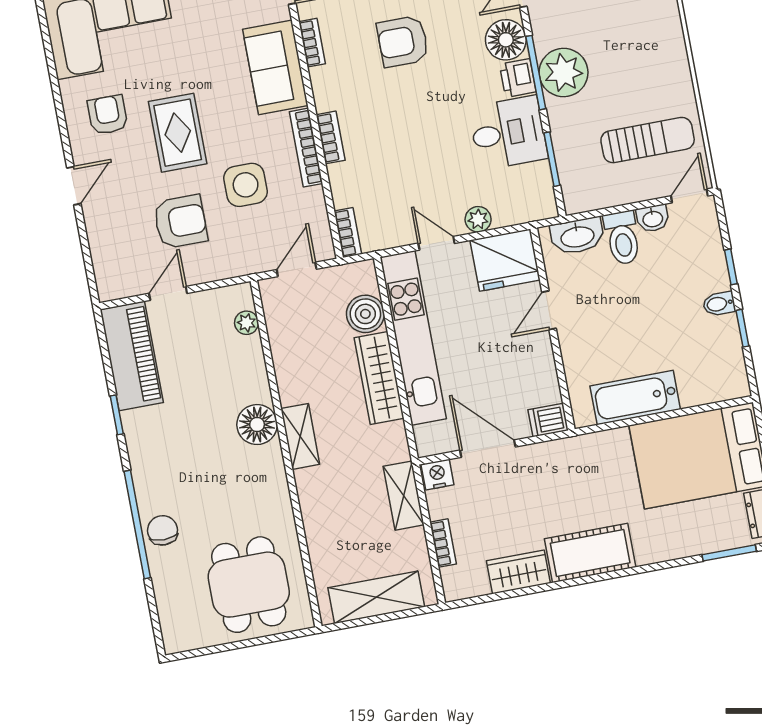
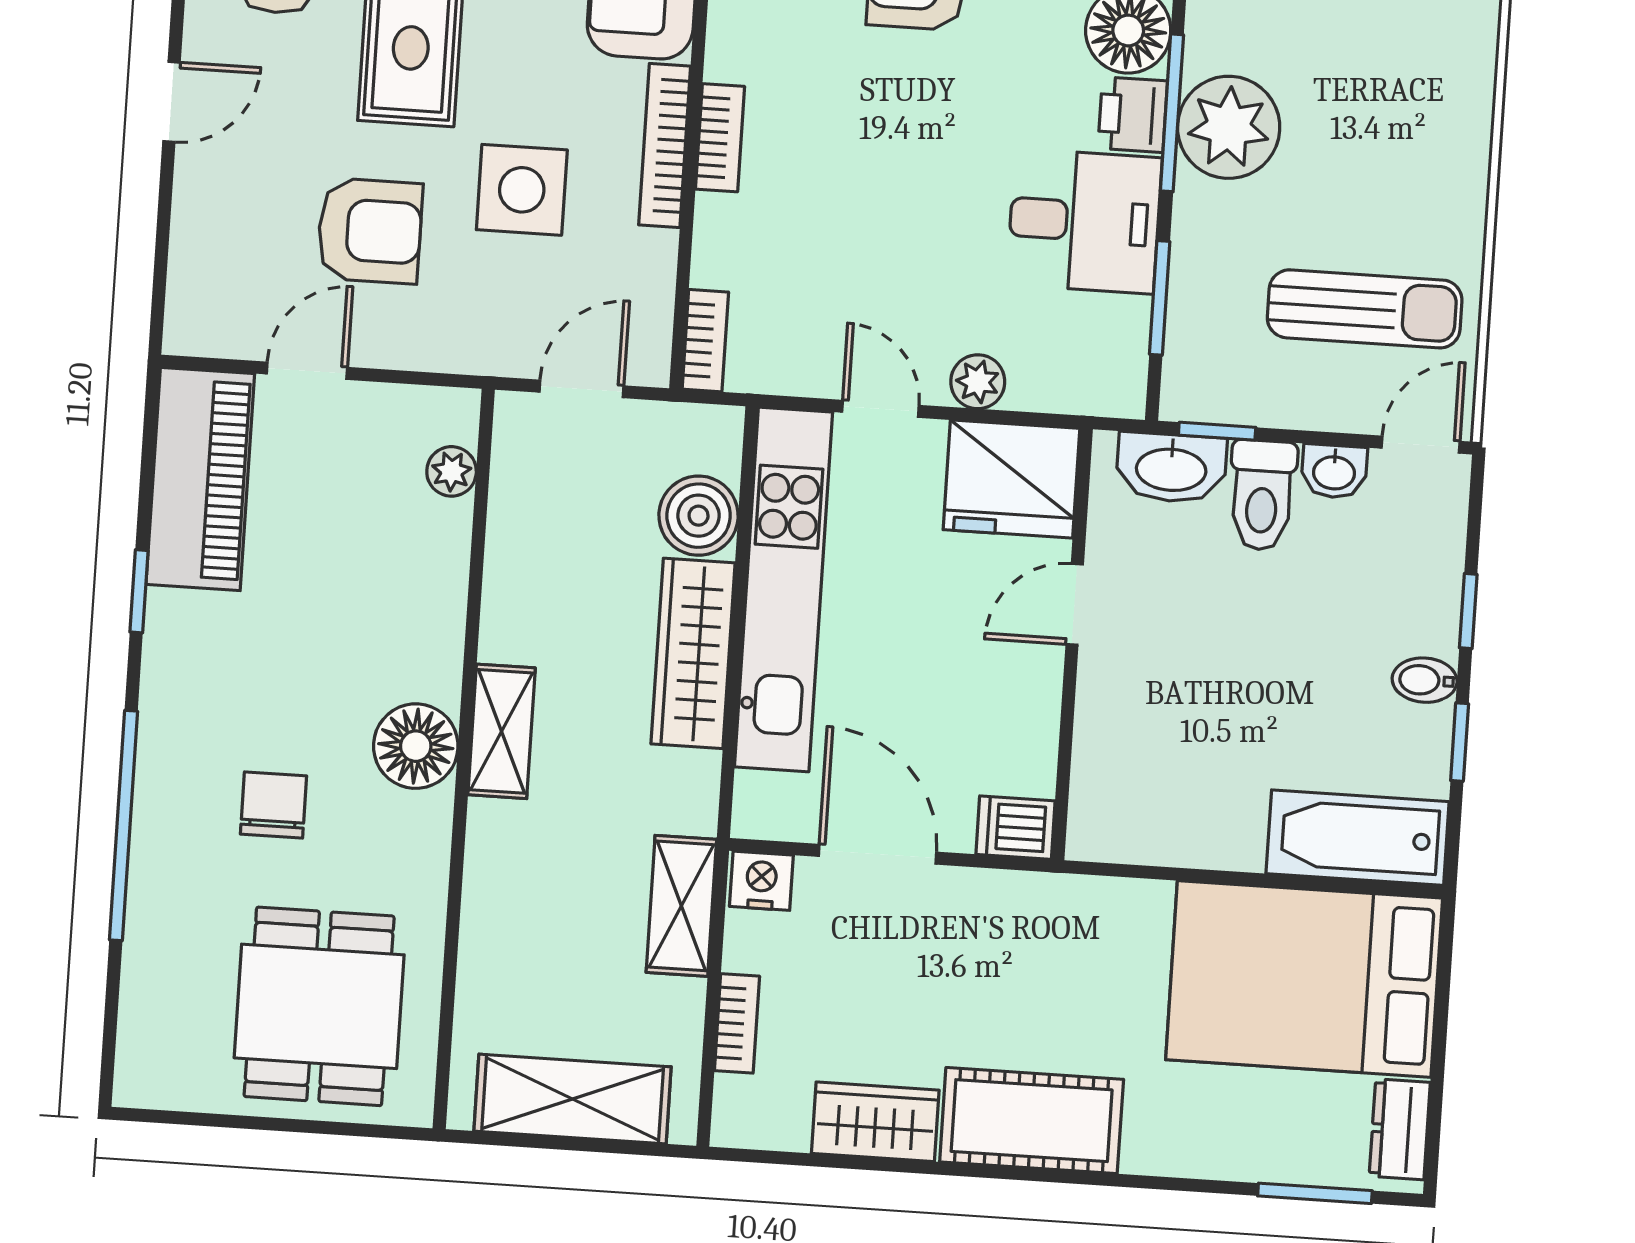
window: (594, 214) -> (1217, 431), added
bathtub: (635, 398) -> (1358, 838), moved
floor lamp: (257, 425) -> (416, 746), moved
chair: (163, 530) -> (274, 805), moved

